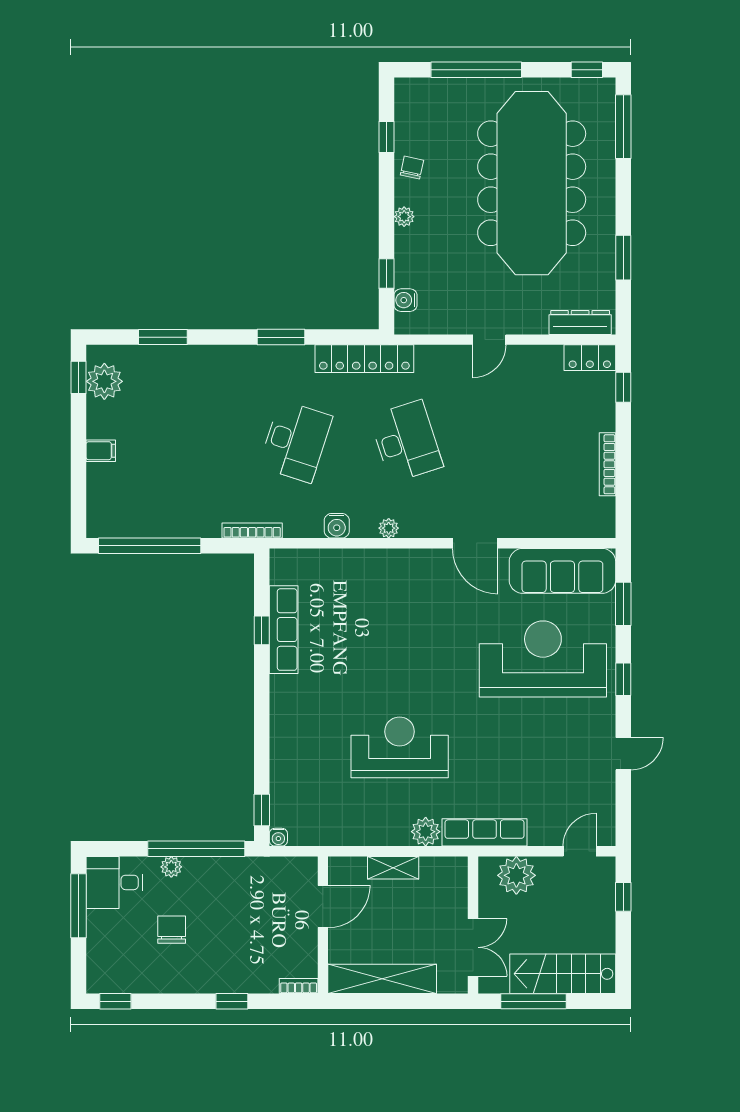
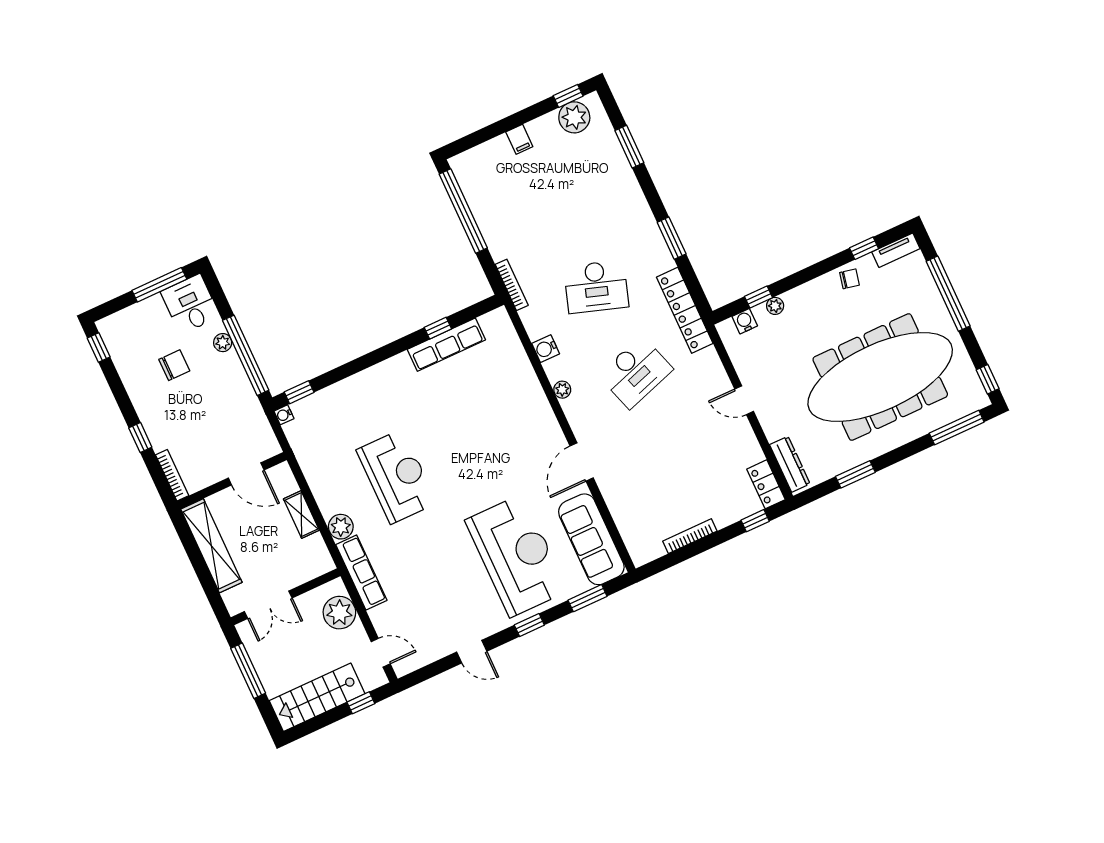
tv unit: (404, 104) -> (896, 250), added
plant: (404, 217) -> (775, 306), moved
stairs: (563, 974) -> (317, 697), moved, turned -90
bookcase: (299, 986) -> (172, 475), width x1.56

